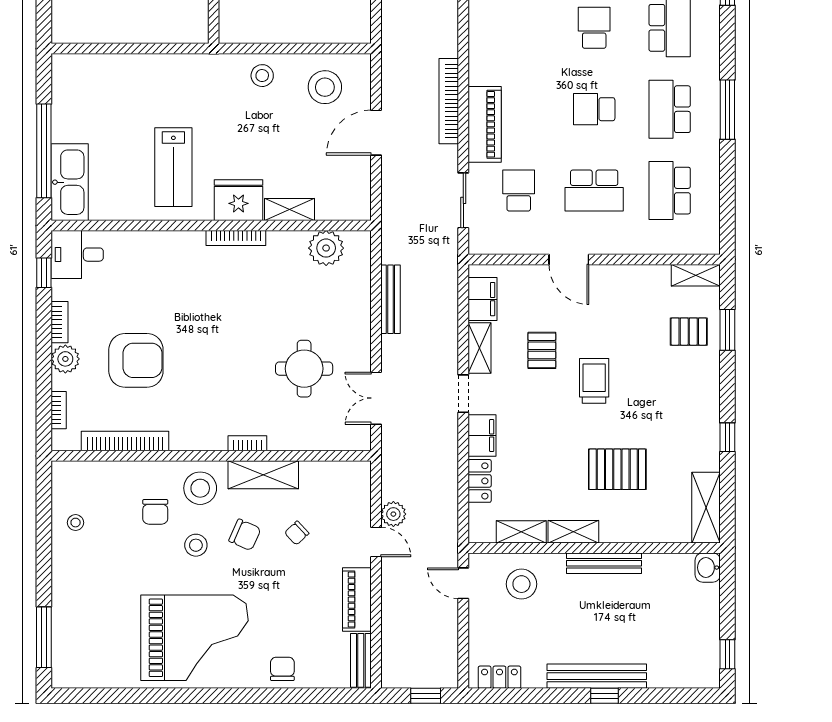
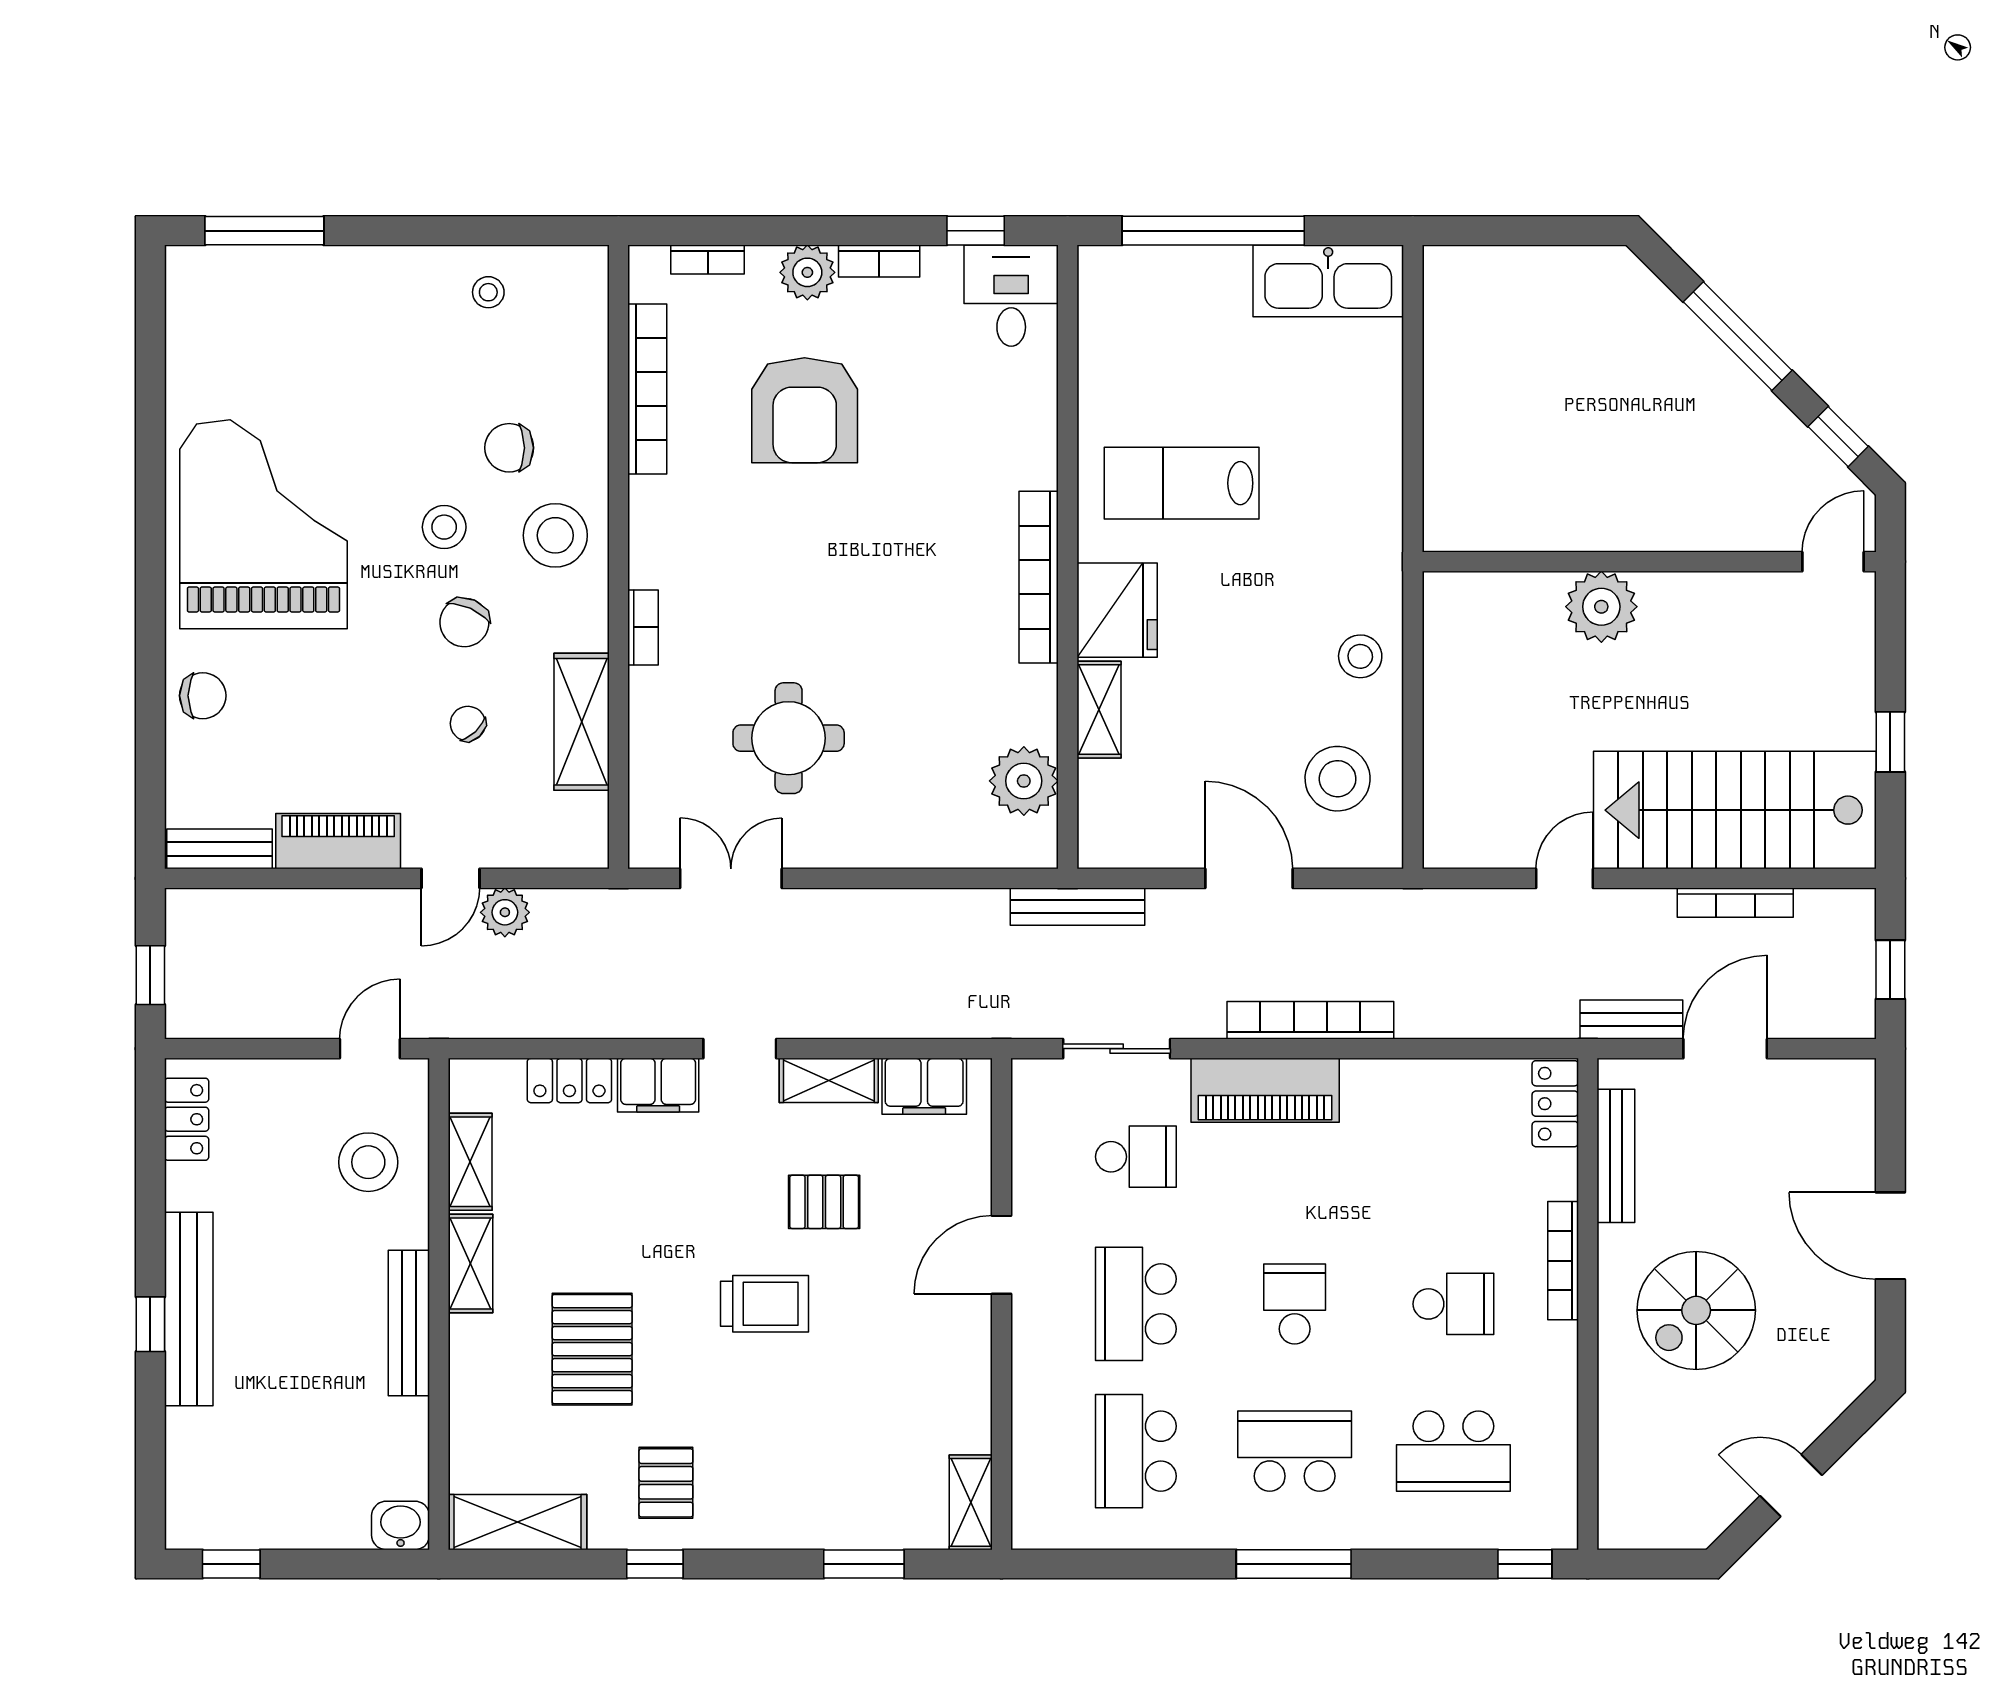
kitchen sink: (70, 182) -> (1328, 281), moved
school desk: (670, 191) -> (1136, 1451), turned -90
bookcase: (236, 238) -> (1039, 577), width x1.48, depth x1.31
bench: (390, 299) -> (1078, 907), moved
pallet: (689, 332) -> (666, 1483), moved
shelving: (263, 475) -> (582, 722), moved
grand piano: (194, 638) -> (263, 524), turned 180

